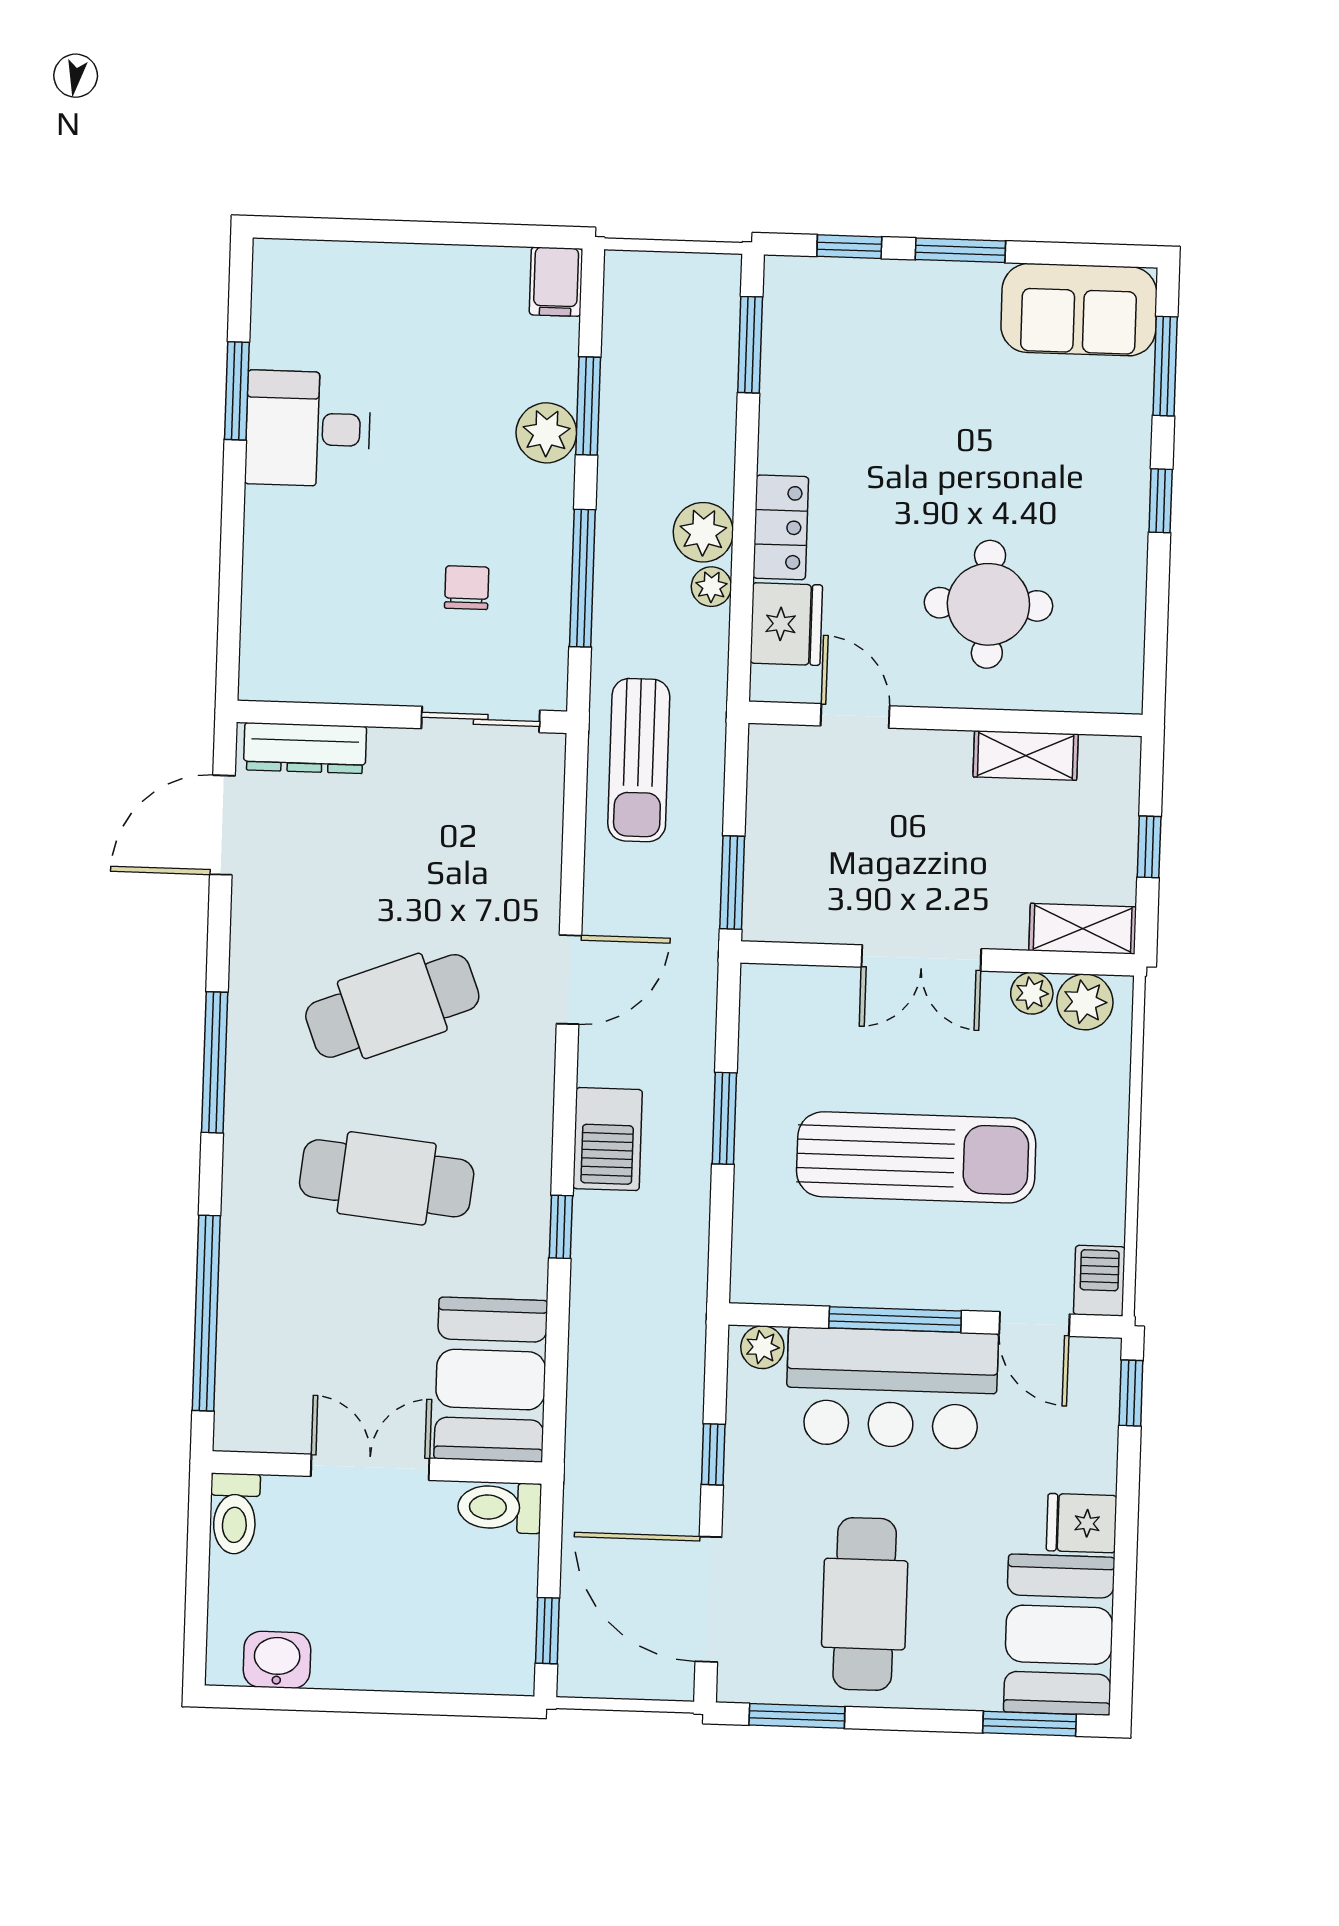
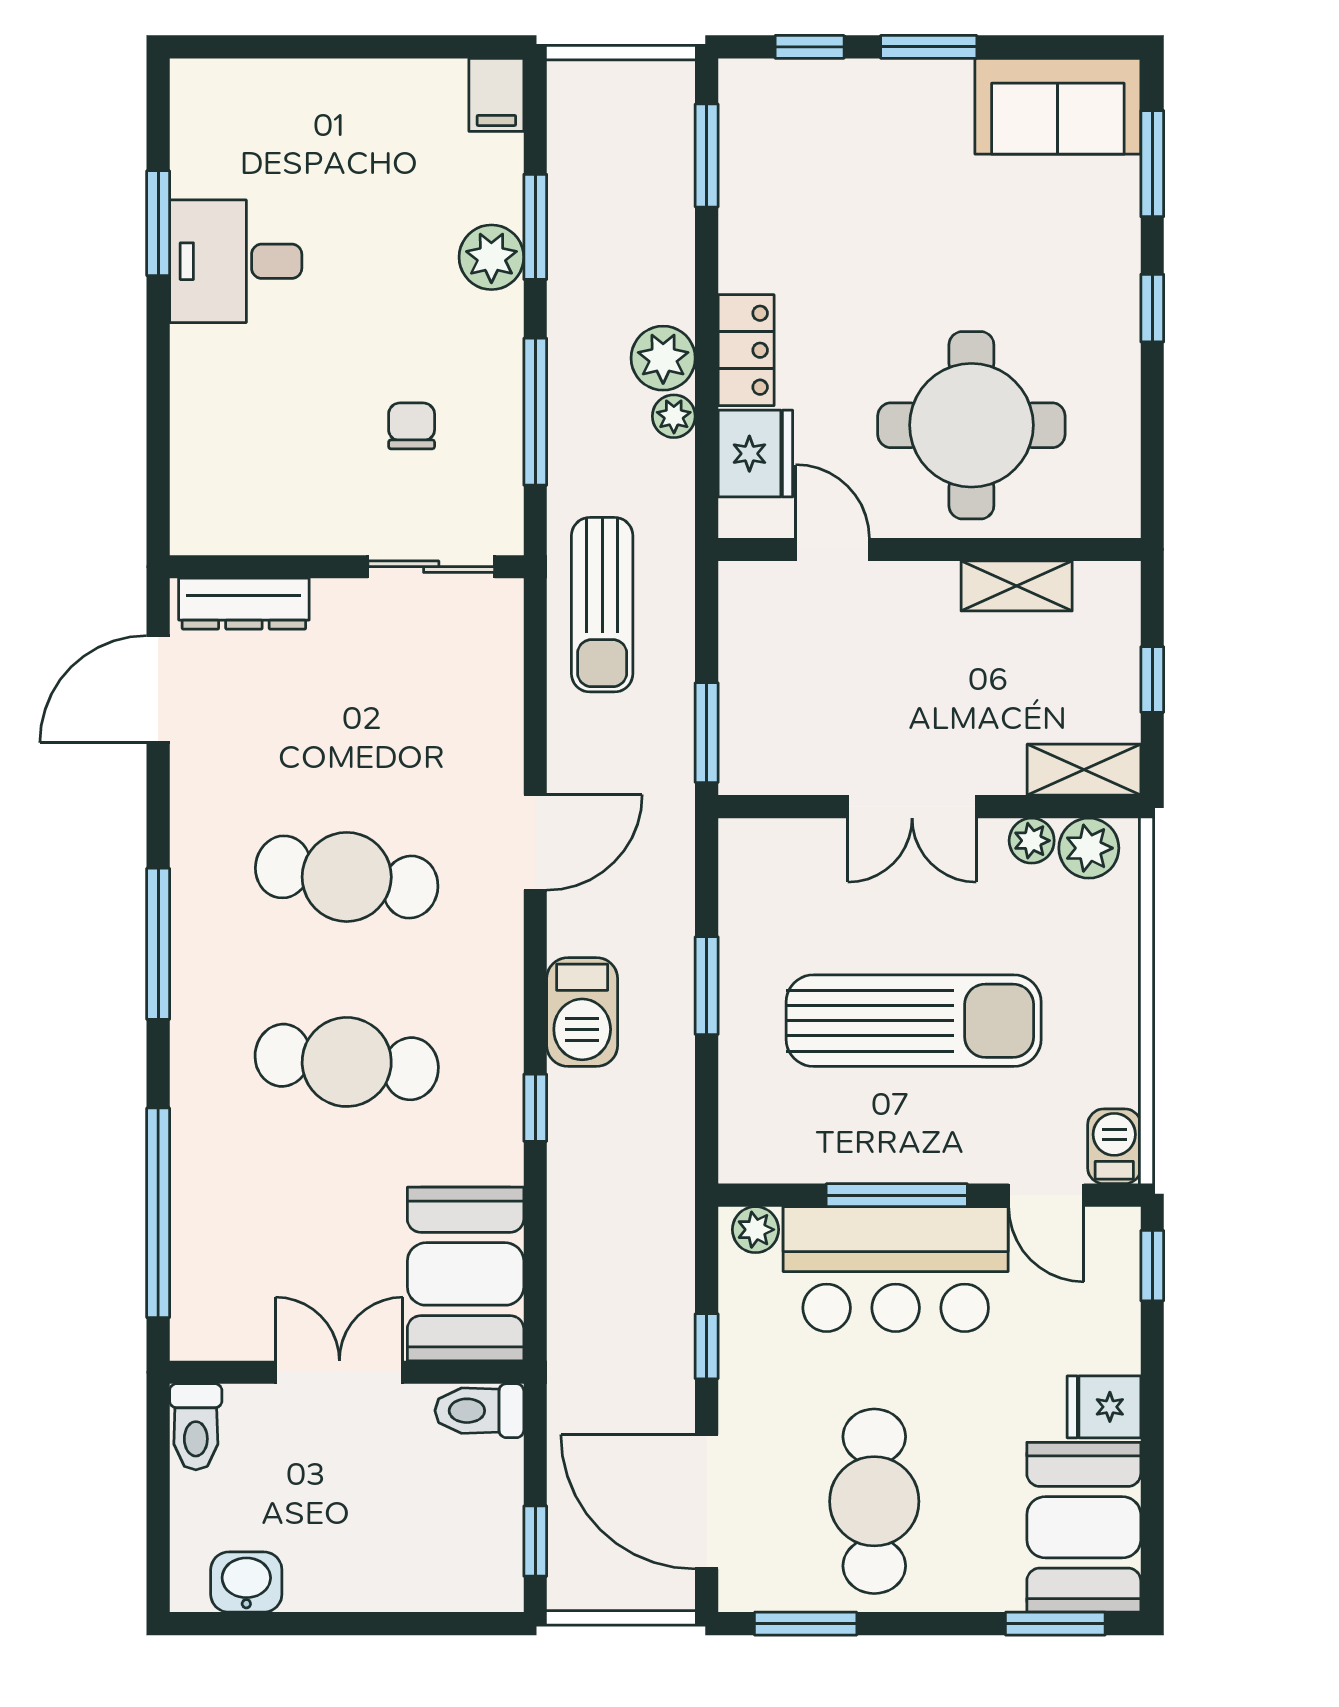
round table: (988, 604) -> (971, 425), width x1.36, depth x1.36
cafe table: (392, 1006) -> (347, 877), turned 30

